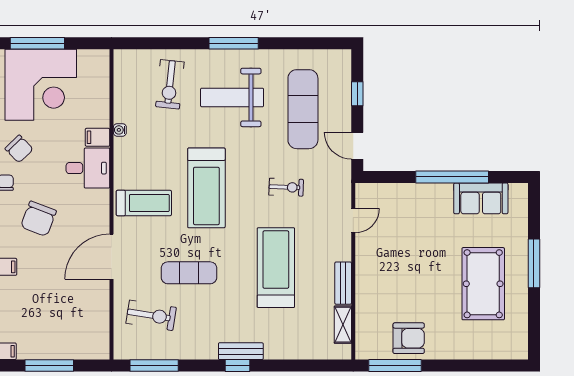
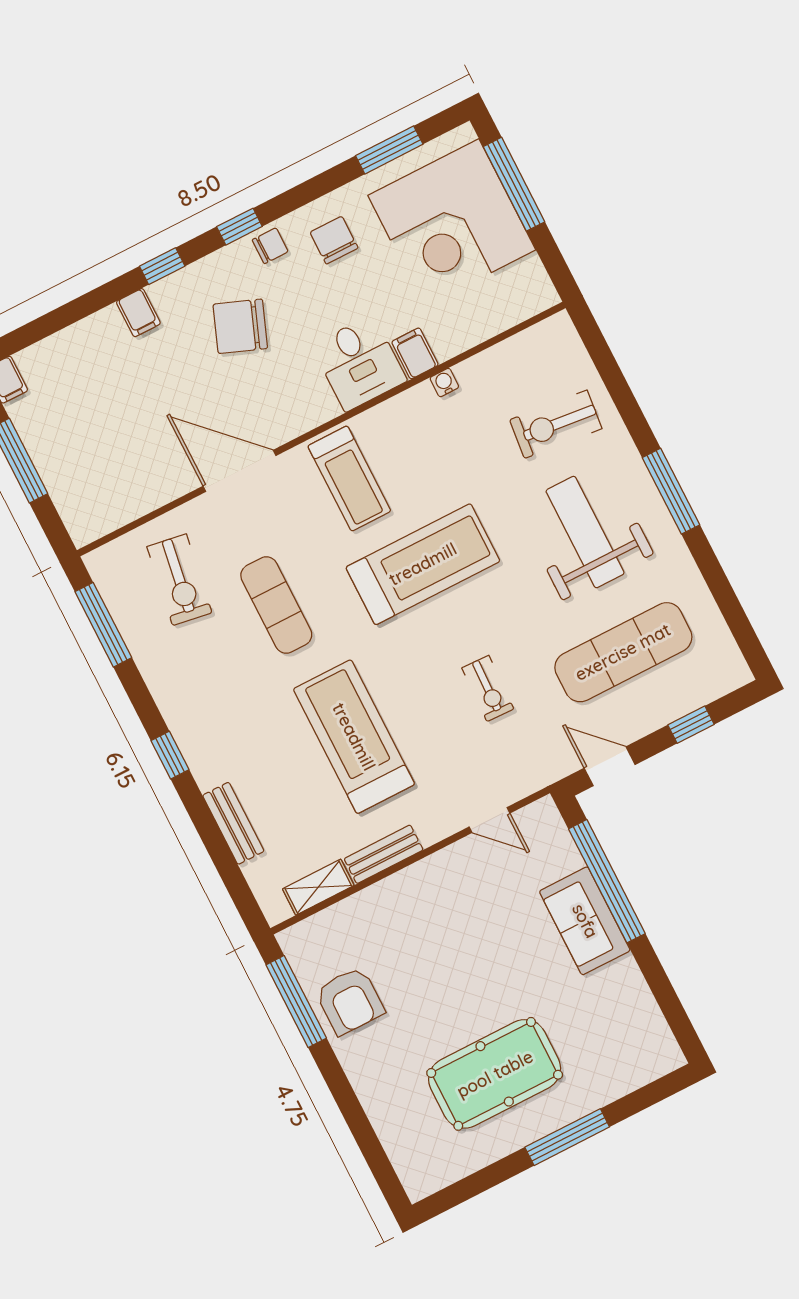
door: (357, 146) -> (610, 766), hinge flipped
chair: (19, 149) -> (334, 240), turned 134
window: (452, 177) -> (607, 881), moved
treadmill: (206, 188) -> (423, 564), turned 180
sofa: (481, 198) -> (585, 921), moved
treadmill: (276, 268) -> (354, 737), turned -90
bench: (241, 351) -> (233, 823), moved

